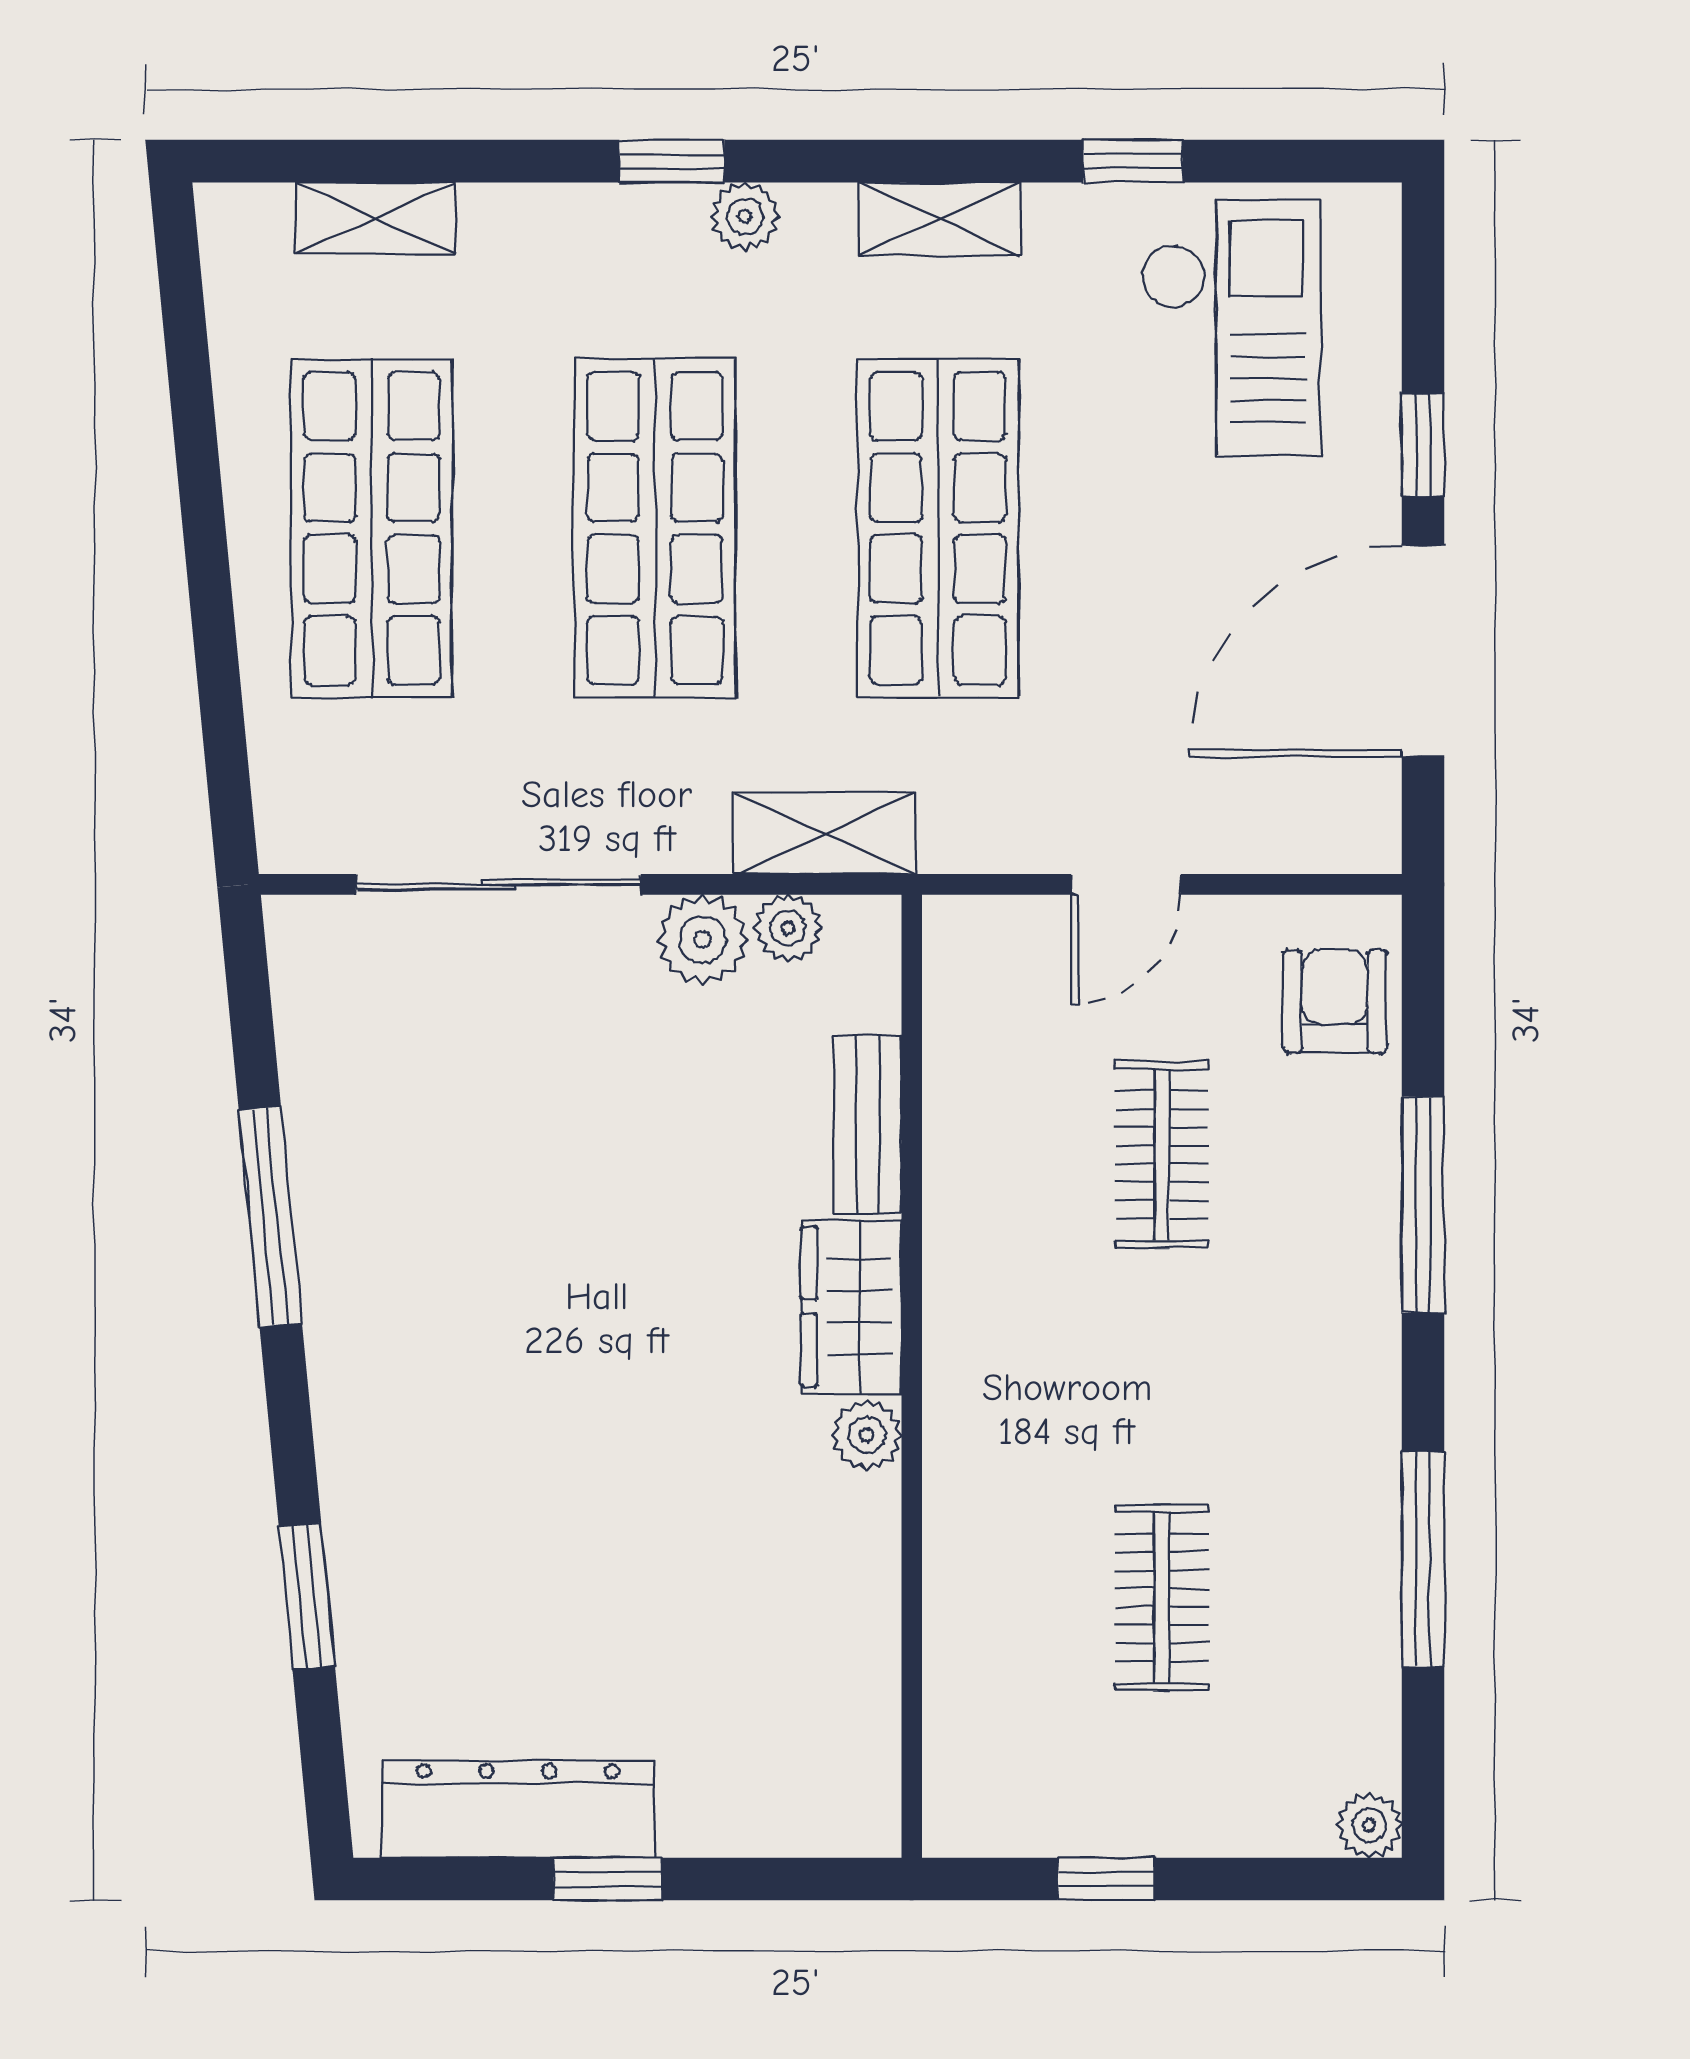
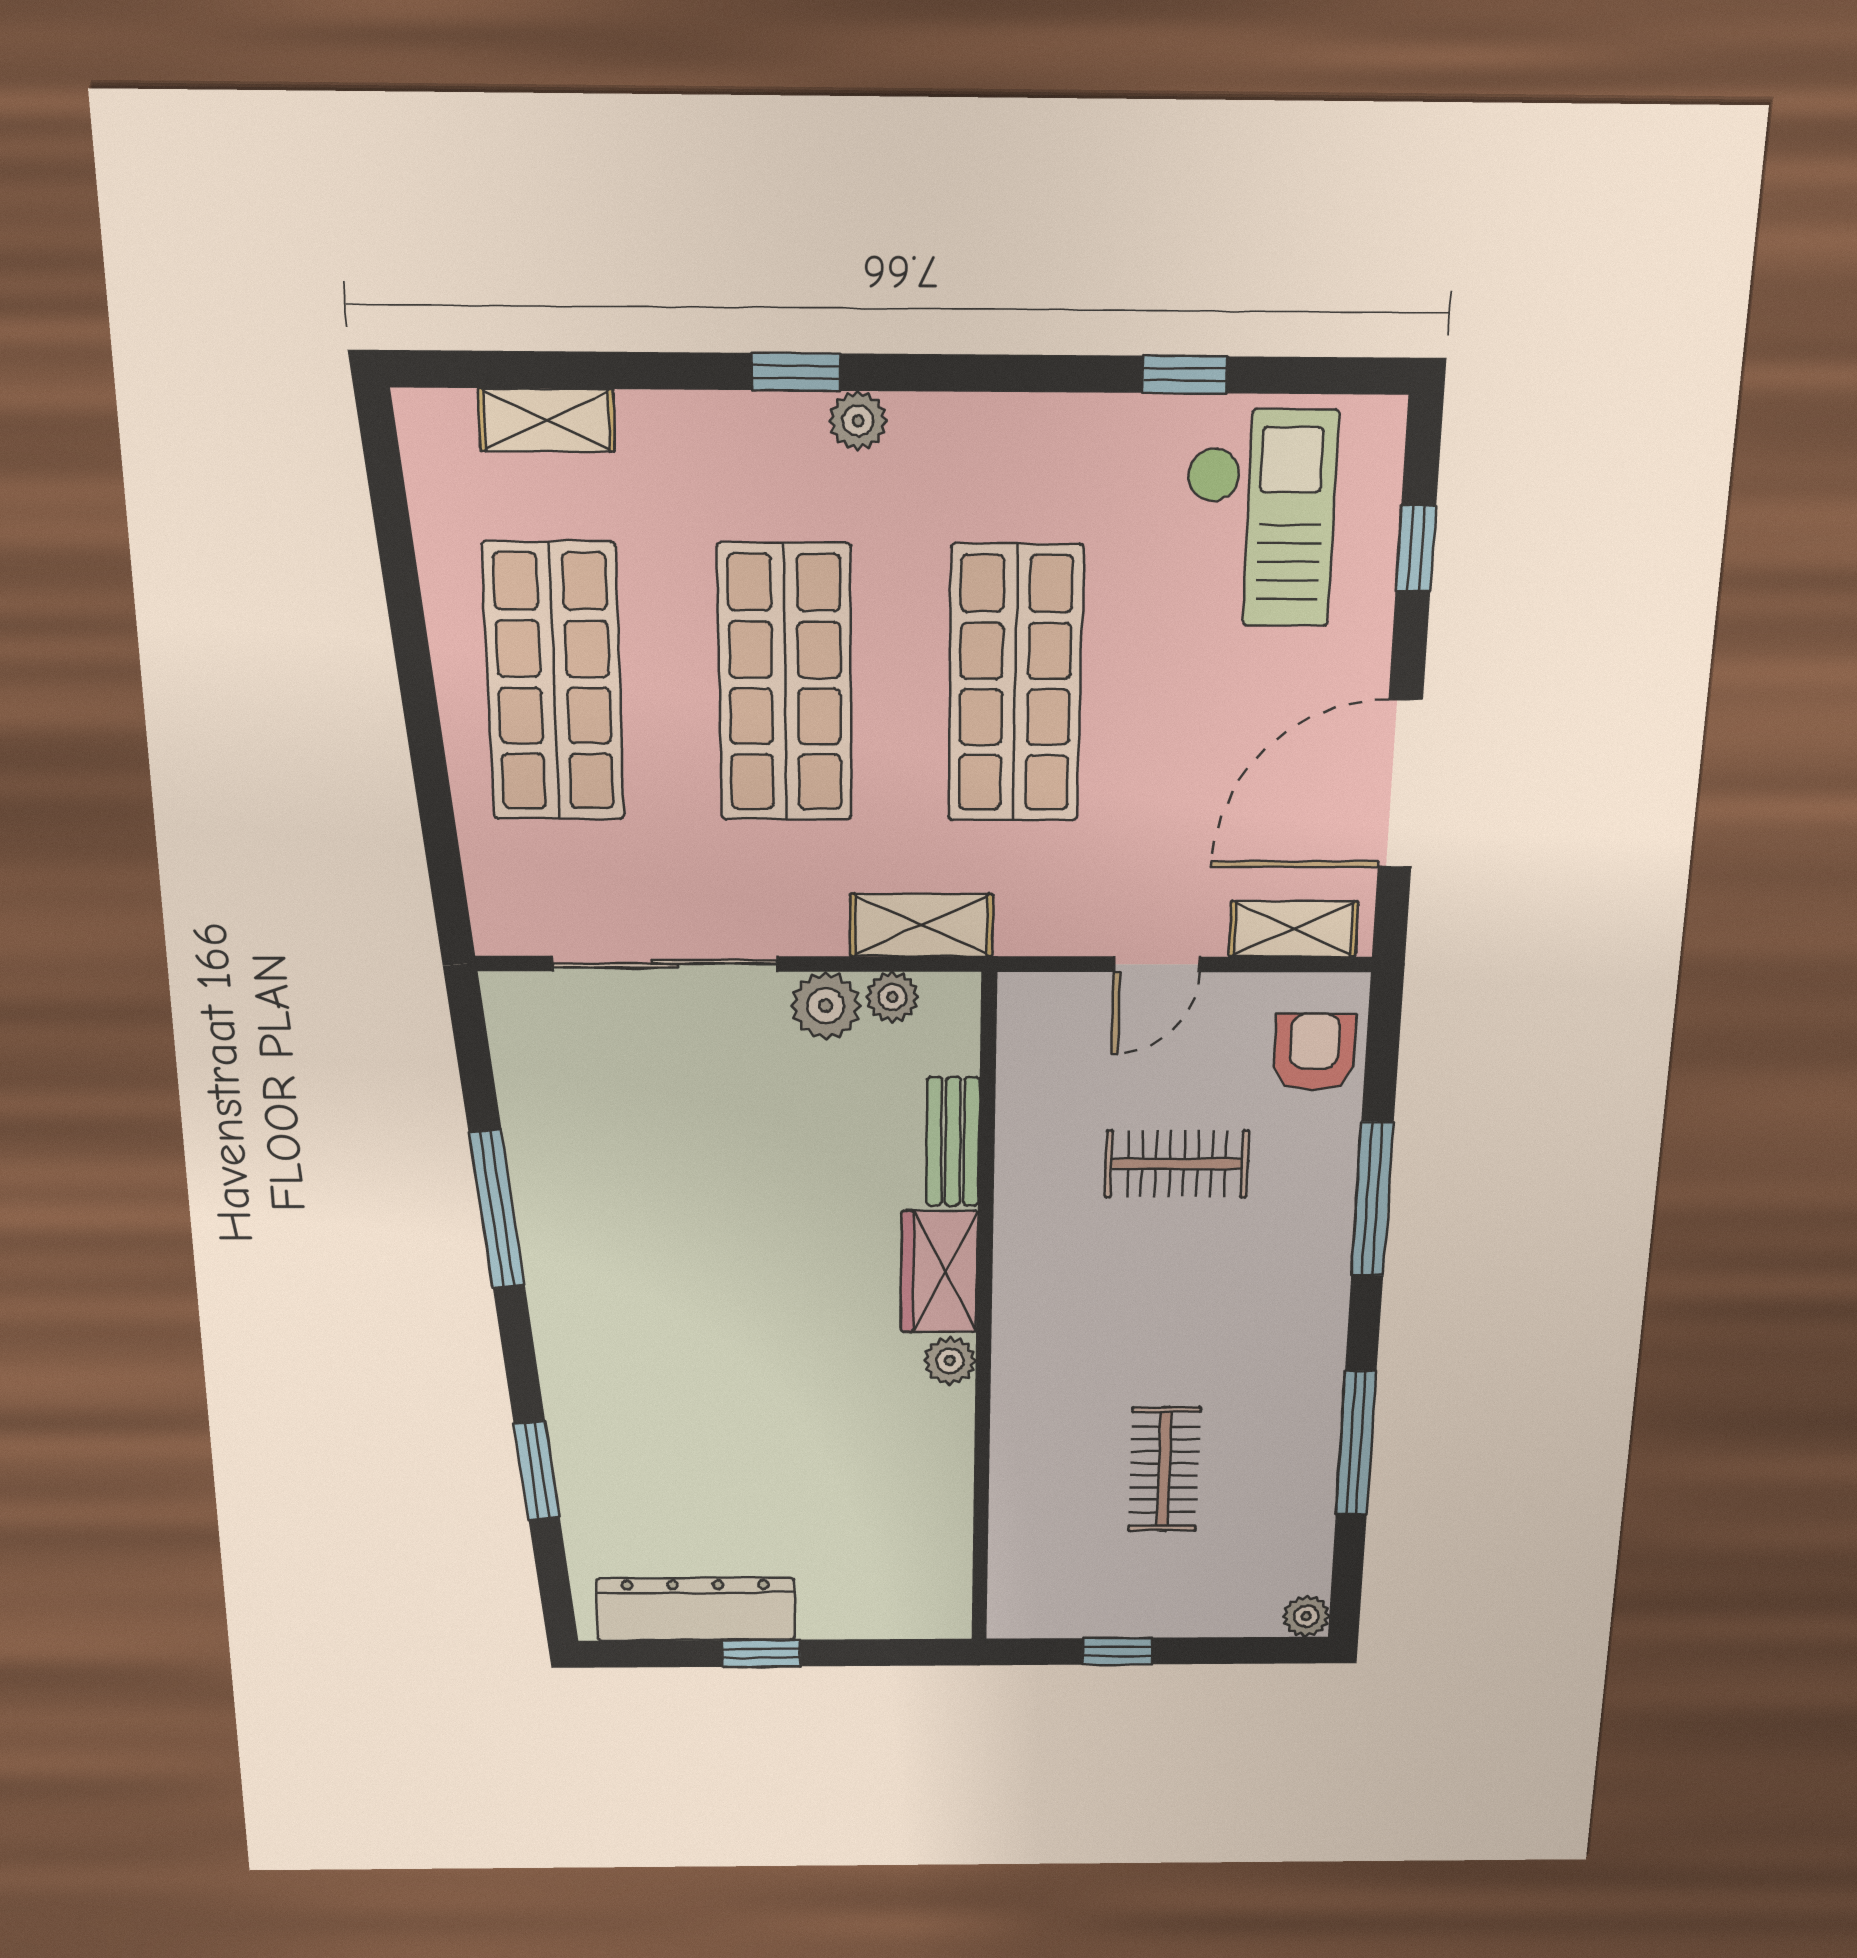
shelving: (940, 219) -> (1293, 929), moved
window: (1423, 445) -> (1416, 548), moved
clothes rail: (1162, 1155) -> (1177, 1164), turned 90

